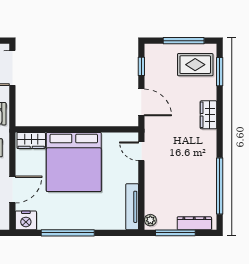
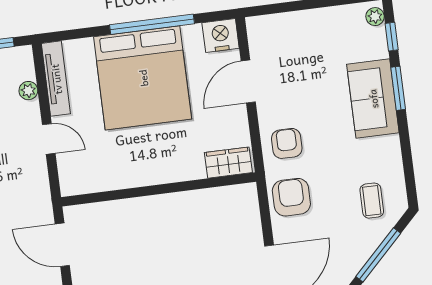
door: (141, 151) -> (49, 139), moved
bed: (74, 162) -> (143, 78), moved, turned 180
plant: (150, 220) -> (28, 91), moved

